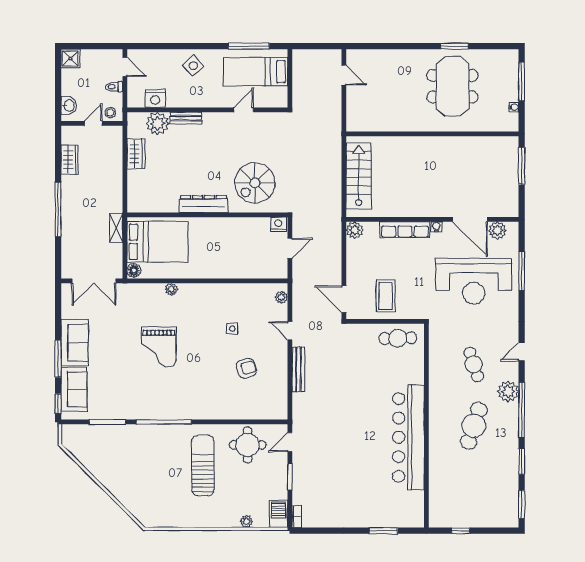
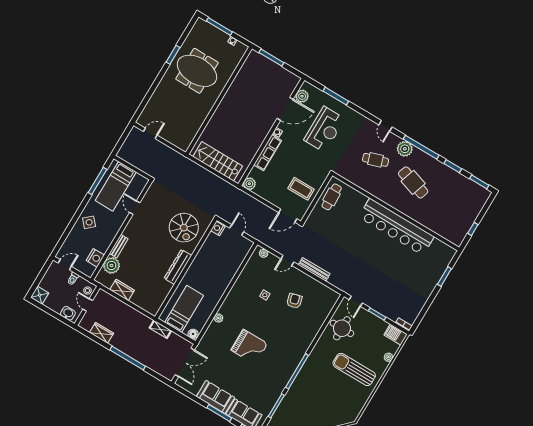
bed: (158, 242) -> (184, 309), width x0.67
reception desk: (474, 281) -> (324, 129), width x0.74, depth x0.77
sun lounger: (203, 465) -> (354, 369), moved

